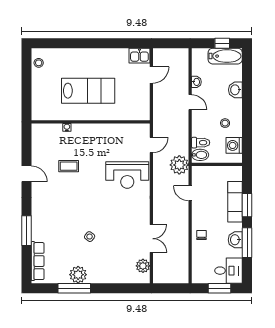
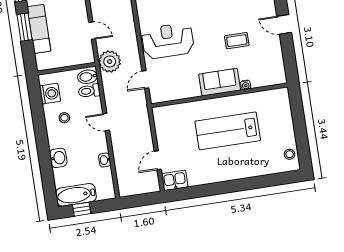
door: (190, 102) -> (106, 122), moved
sofa: (89, 133) -> (220, 82), added

